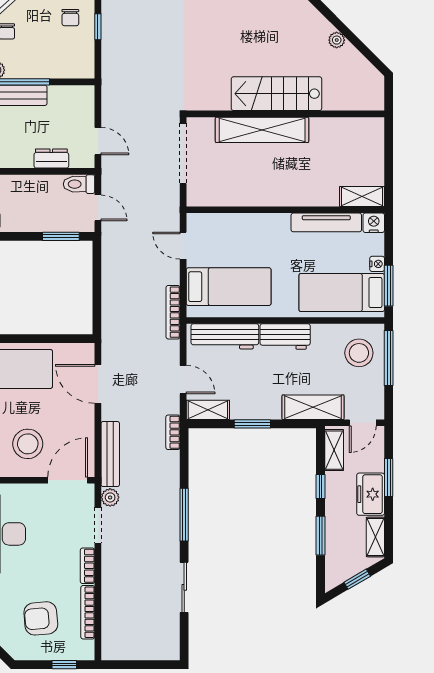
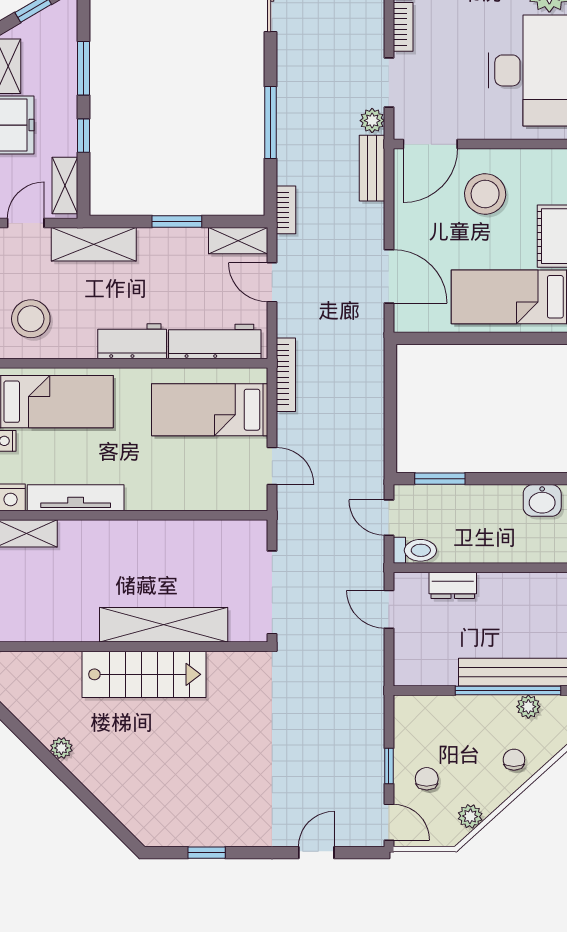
bench: (110, 454) -> (372, 168), width x0.73
window: (184, 515) -> (271, 123), moved

